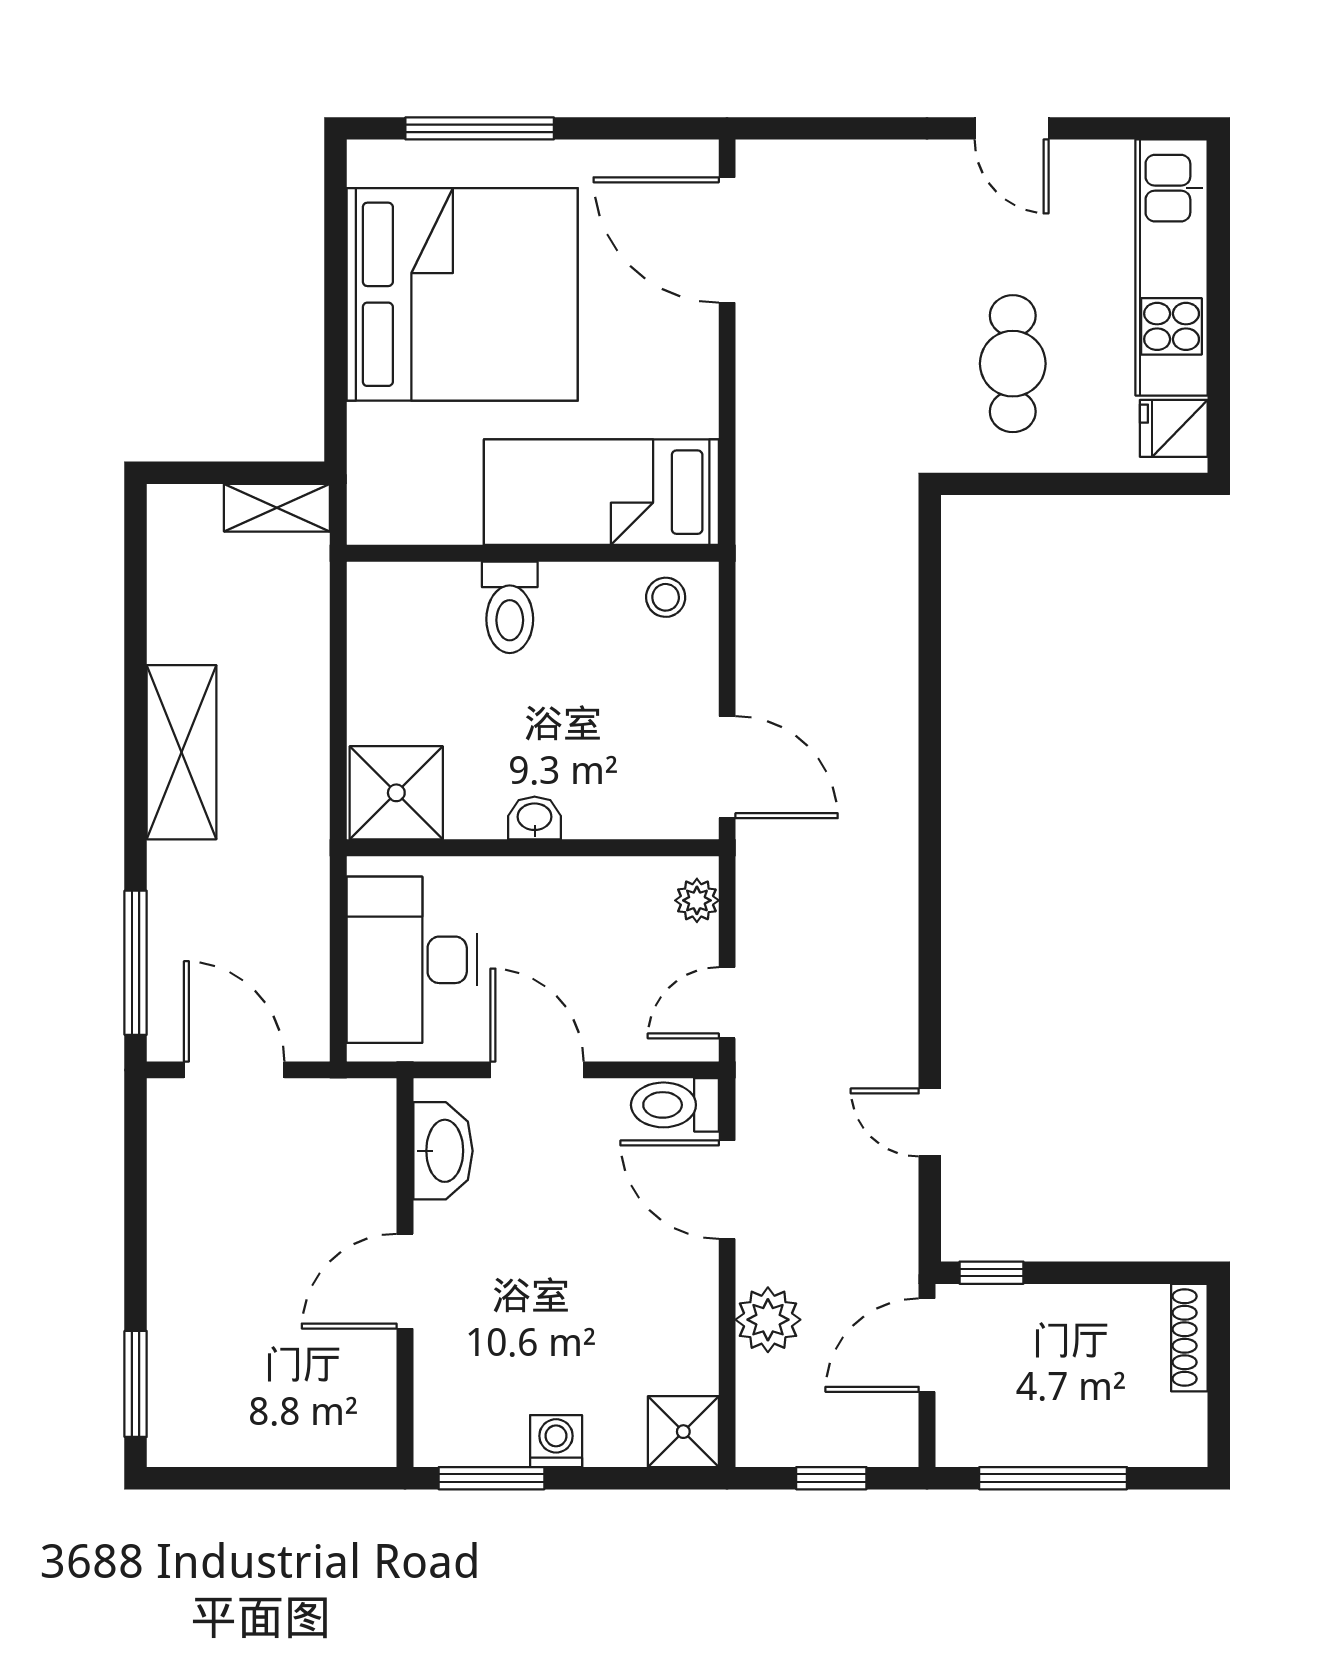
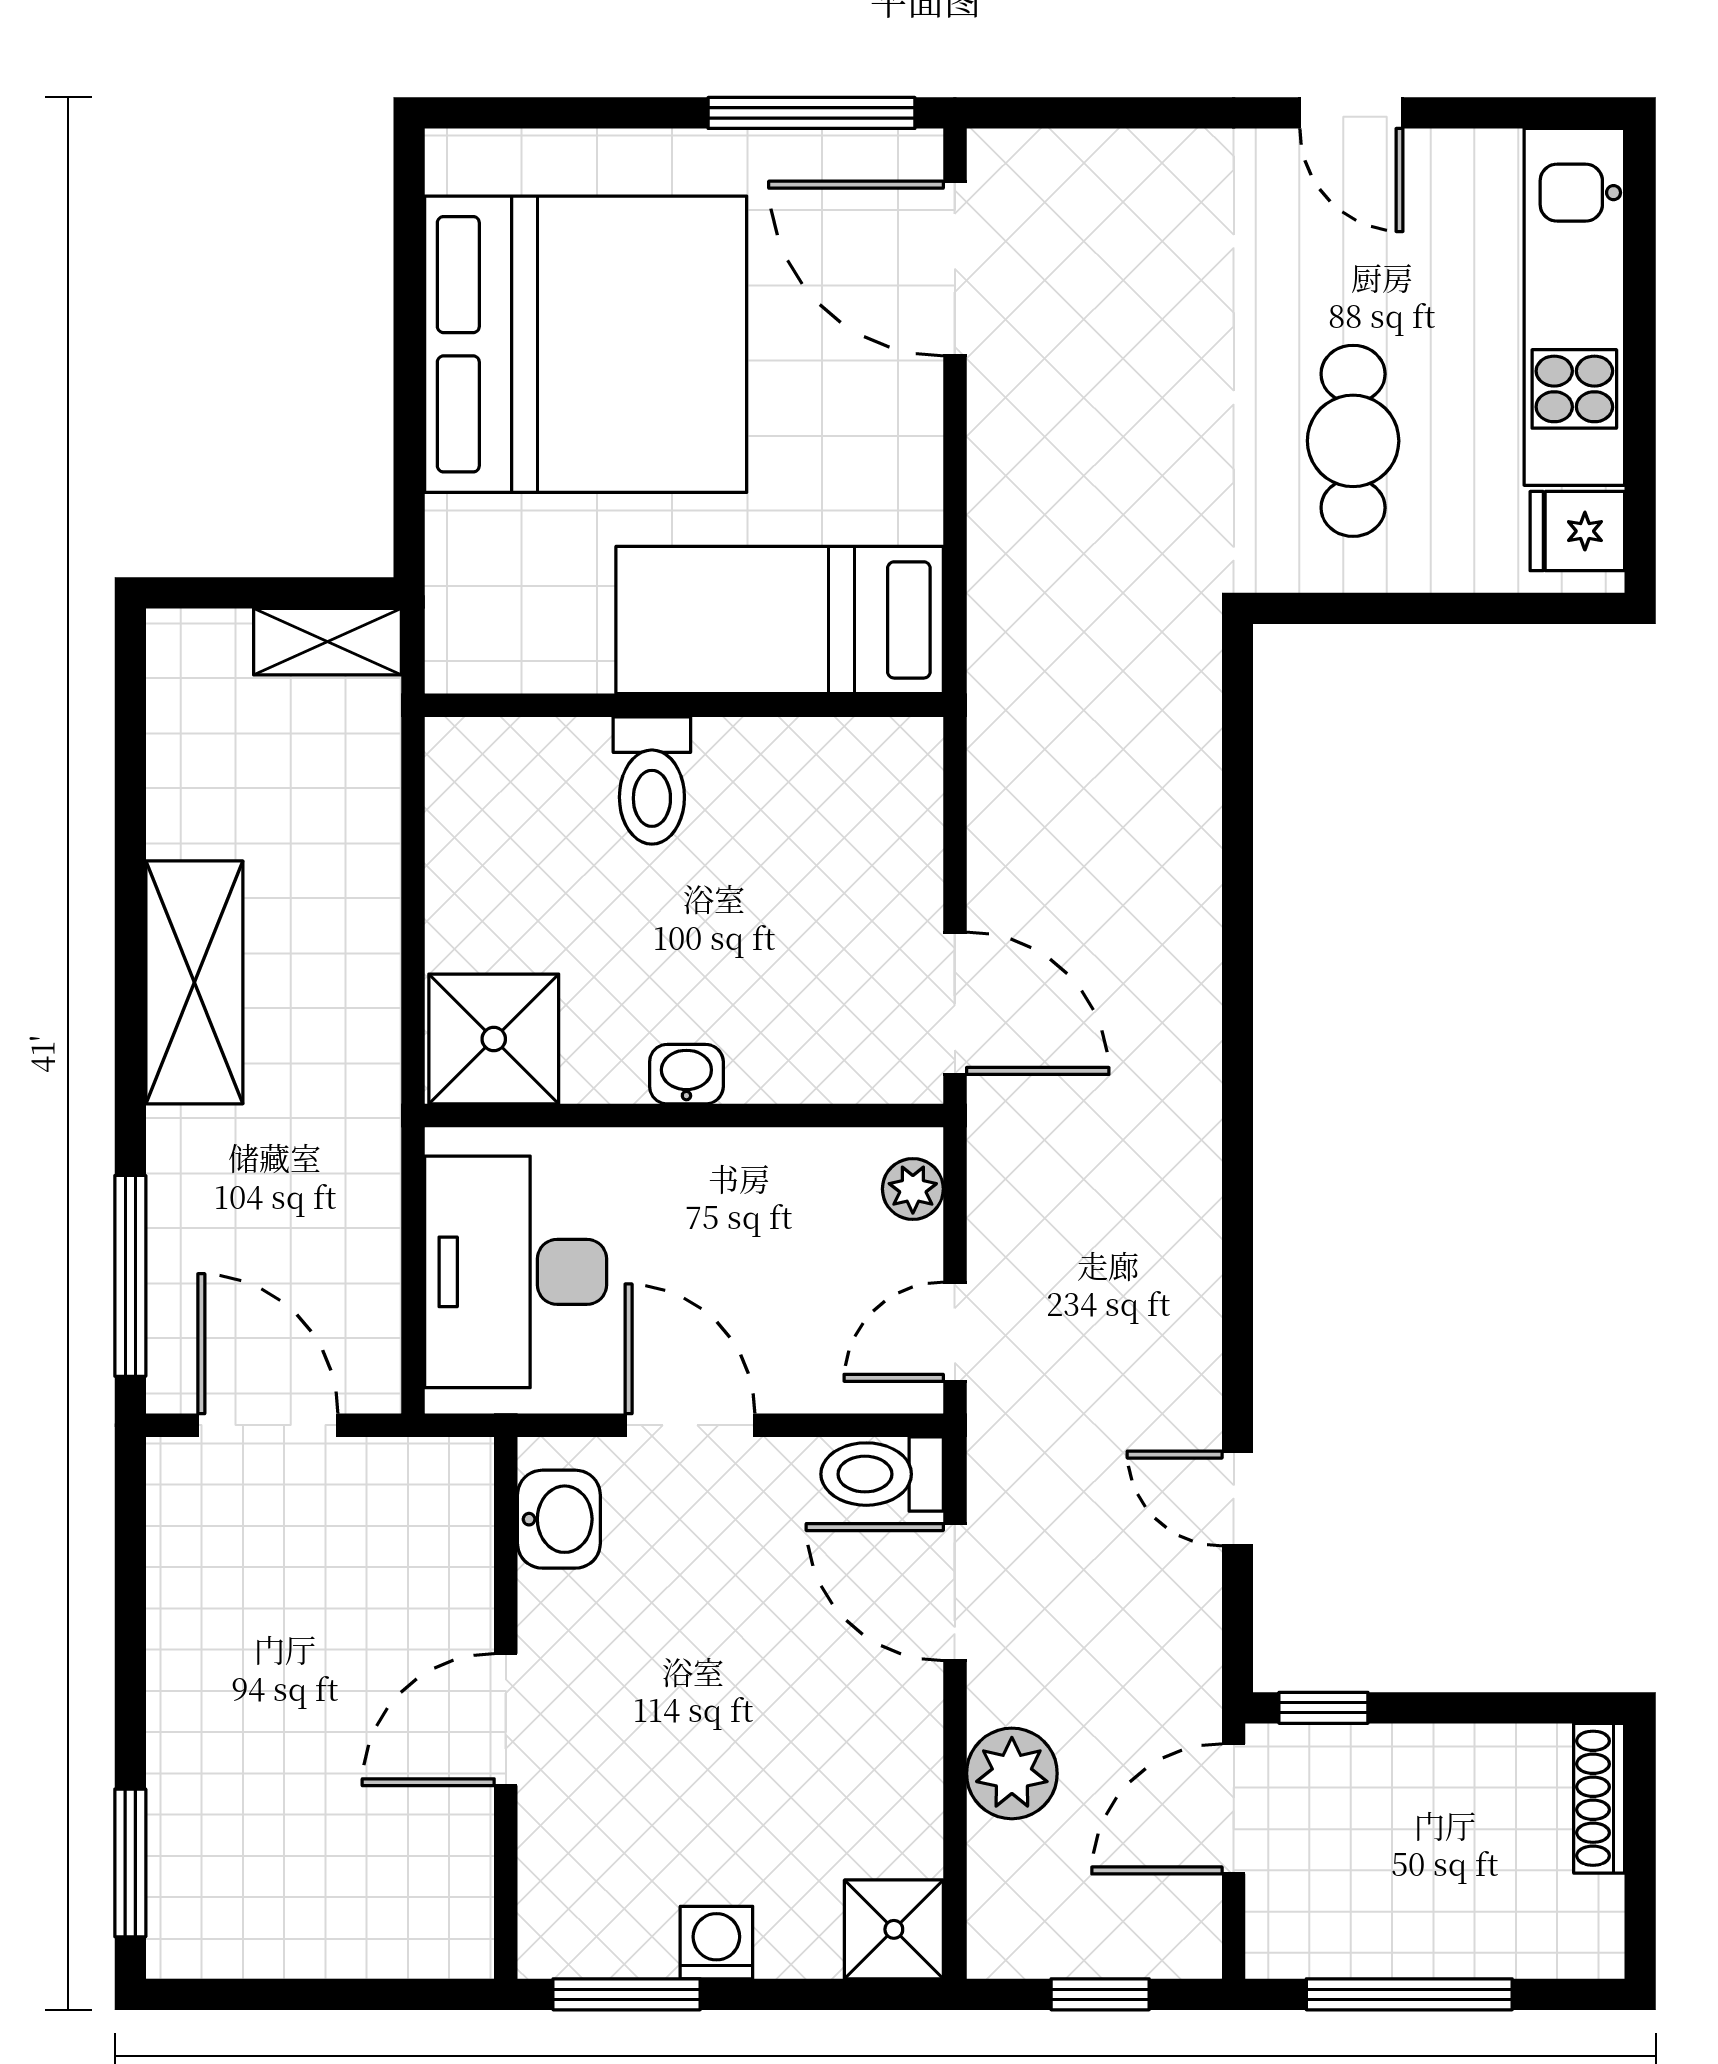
window: (480, 128) -> (812, 113), moved
stool: (666, 597) -> (869, 767), removed
washbasin: (443, 1151) -> (559, 1519), width x0.72

